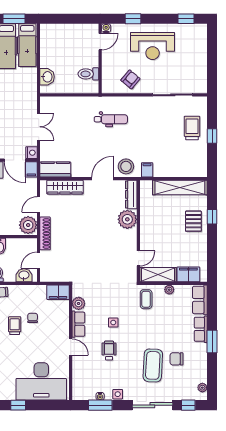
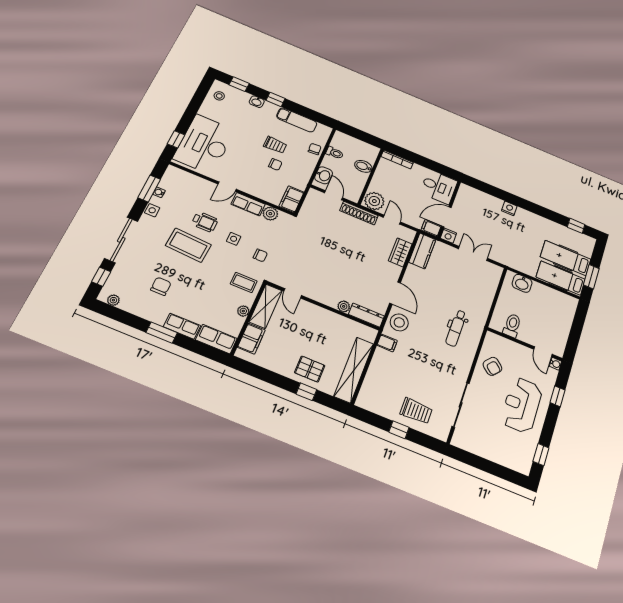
double door: (39, 127) -> (473, 254), swing flipped
wardrobe: (65, 187) -> (400, 252), width x0.67
plant: (127, 219) -> (344, 306), width x0.53, depth x0.53
chair: (118, 296) -> (260, 255), added
coffee table: (153, 365) -> (188, 245), moved
window: (18, 405) -> (176, 139), moved

